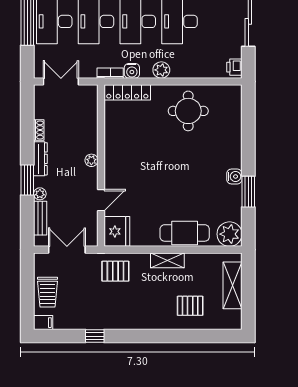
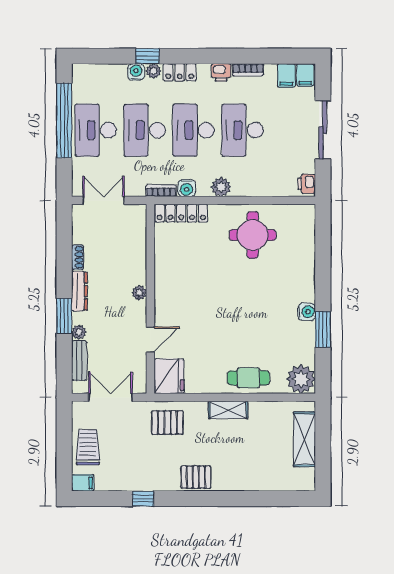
cafe table: (185, 233) -> (248, 378), width x0.73, depth x0.74
trolley: (48, 292) -> (88, 447), turned 180
pallet: (190, 306) -> (196, 477), moved

